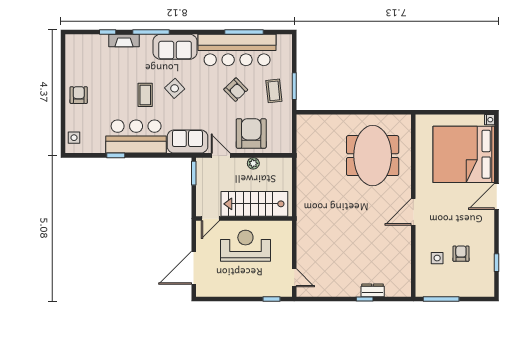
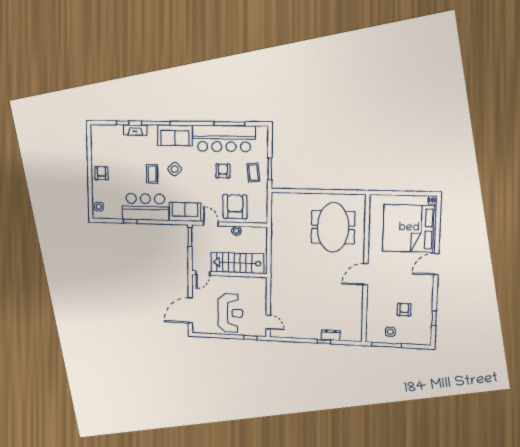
armchair: (236, 90) -> (223, 171), turned -136
reception desk: (245, 246) -> (230, 313), moved, turned 90
side table: (437, 258) -> (390, 332), moved

